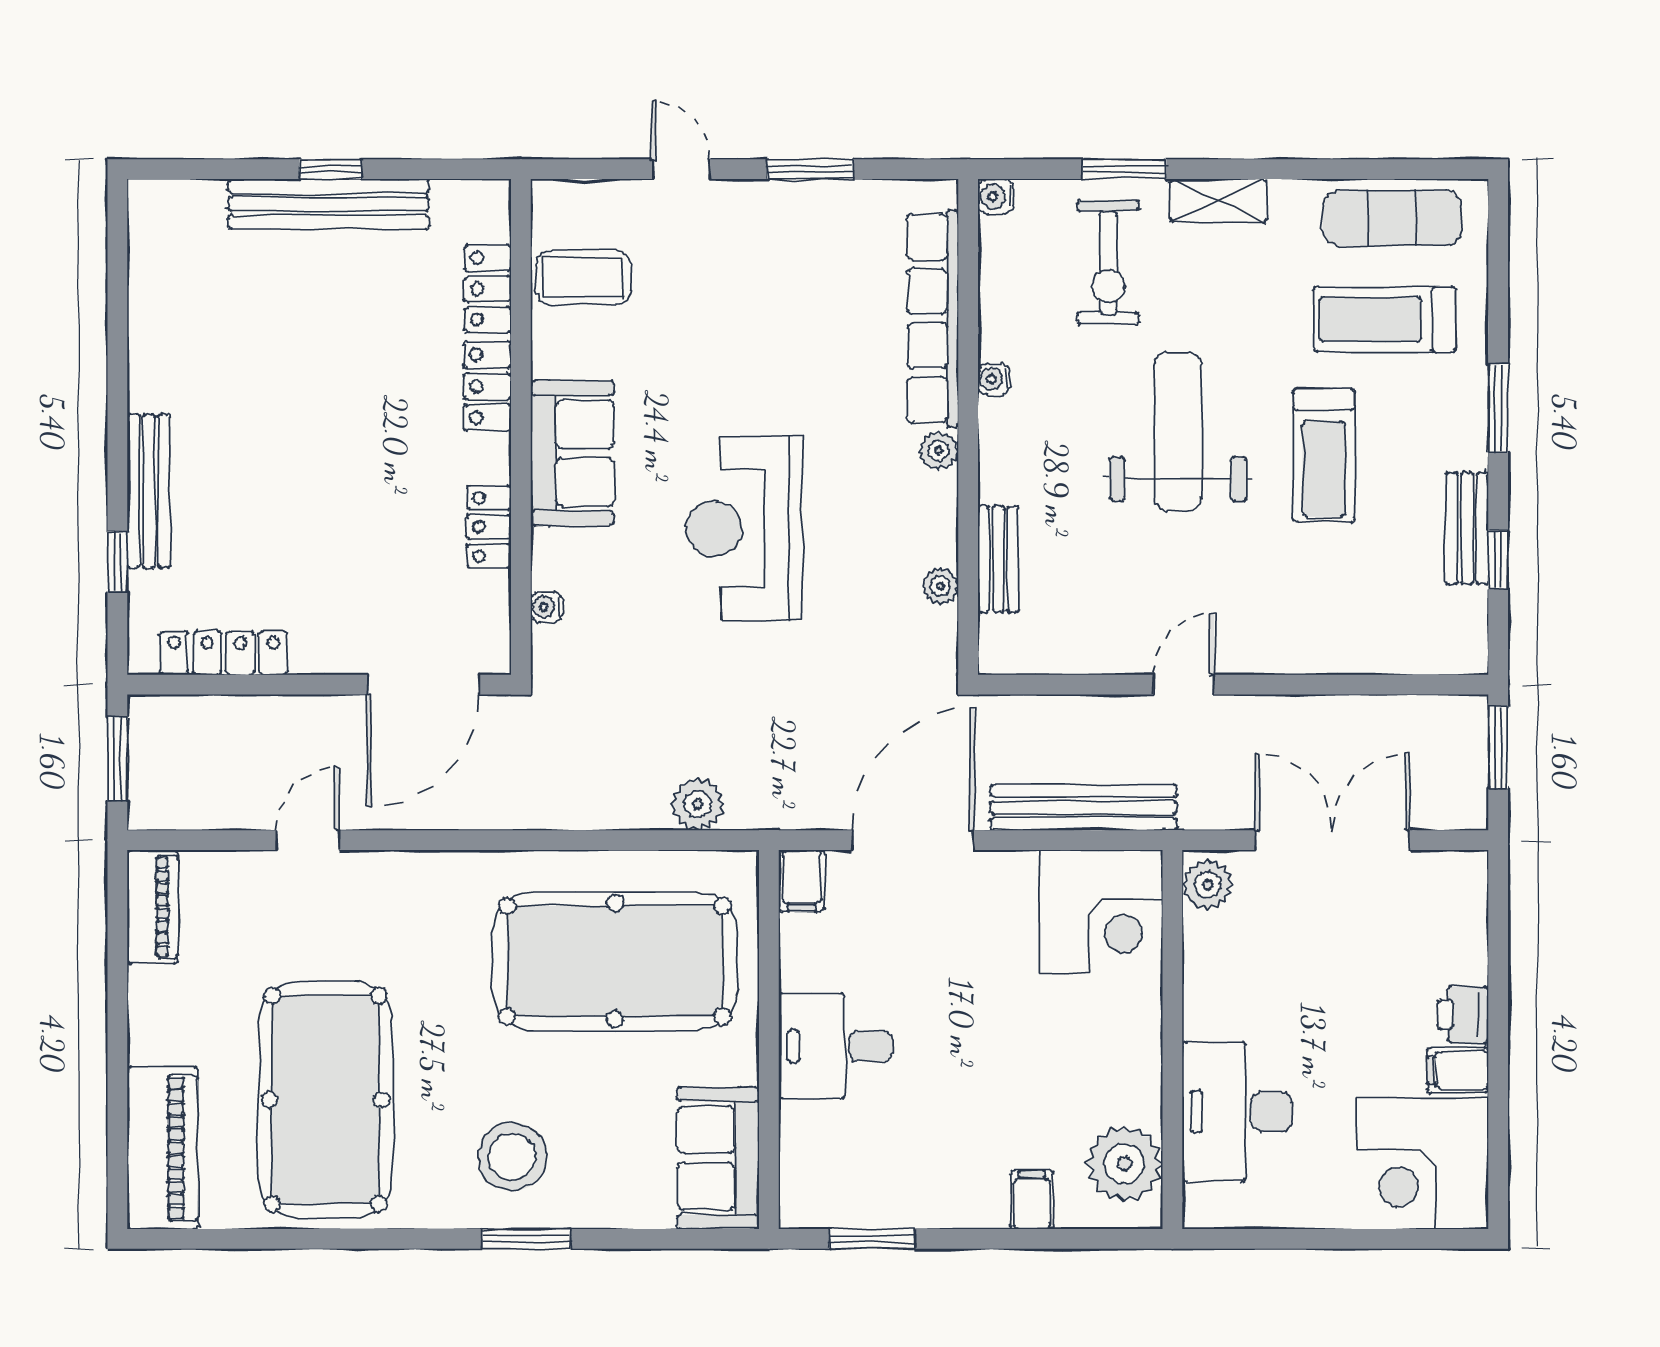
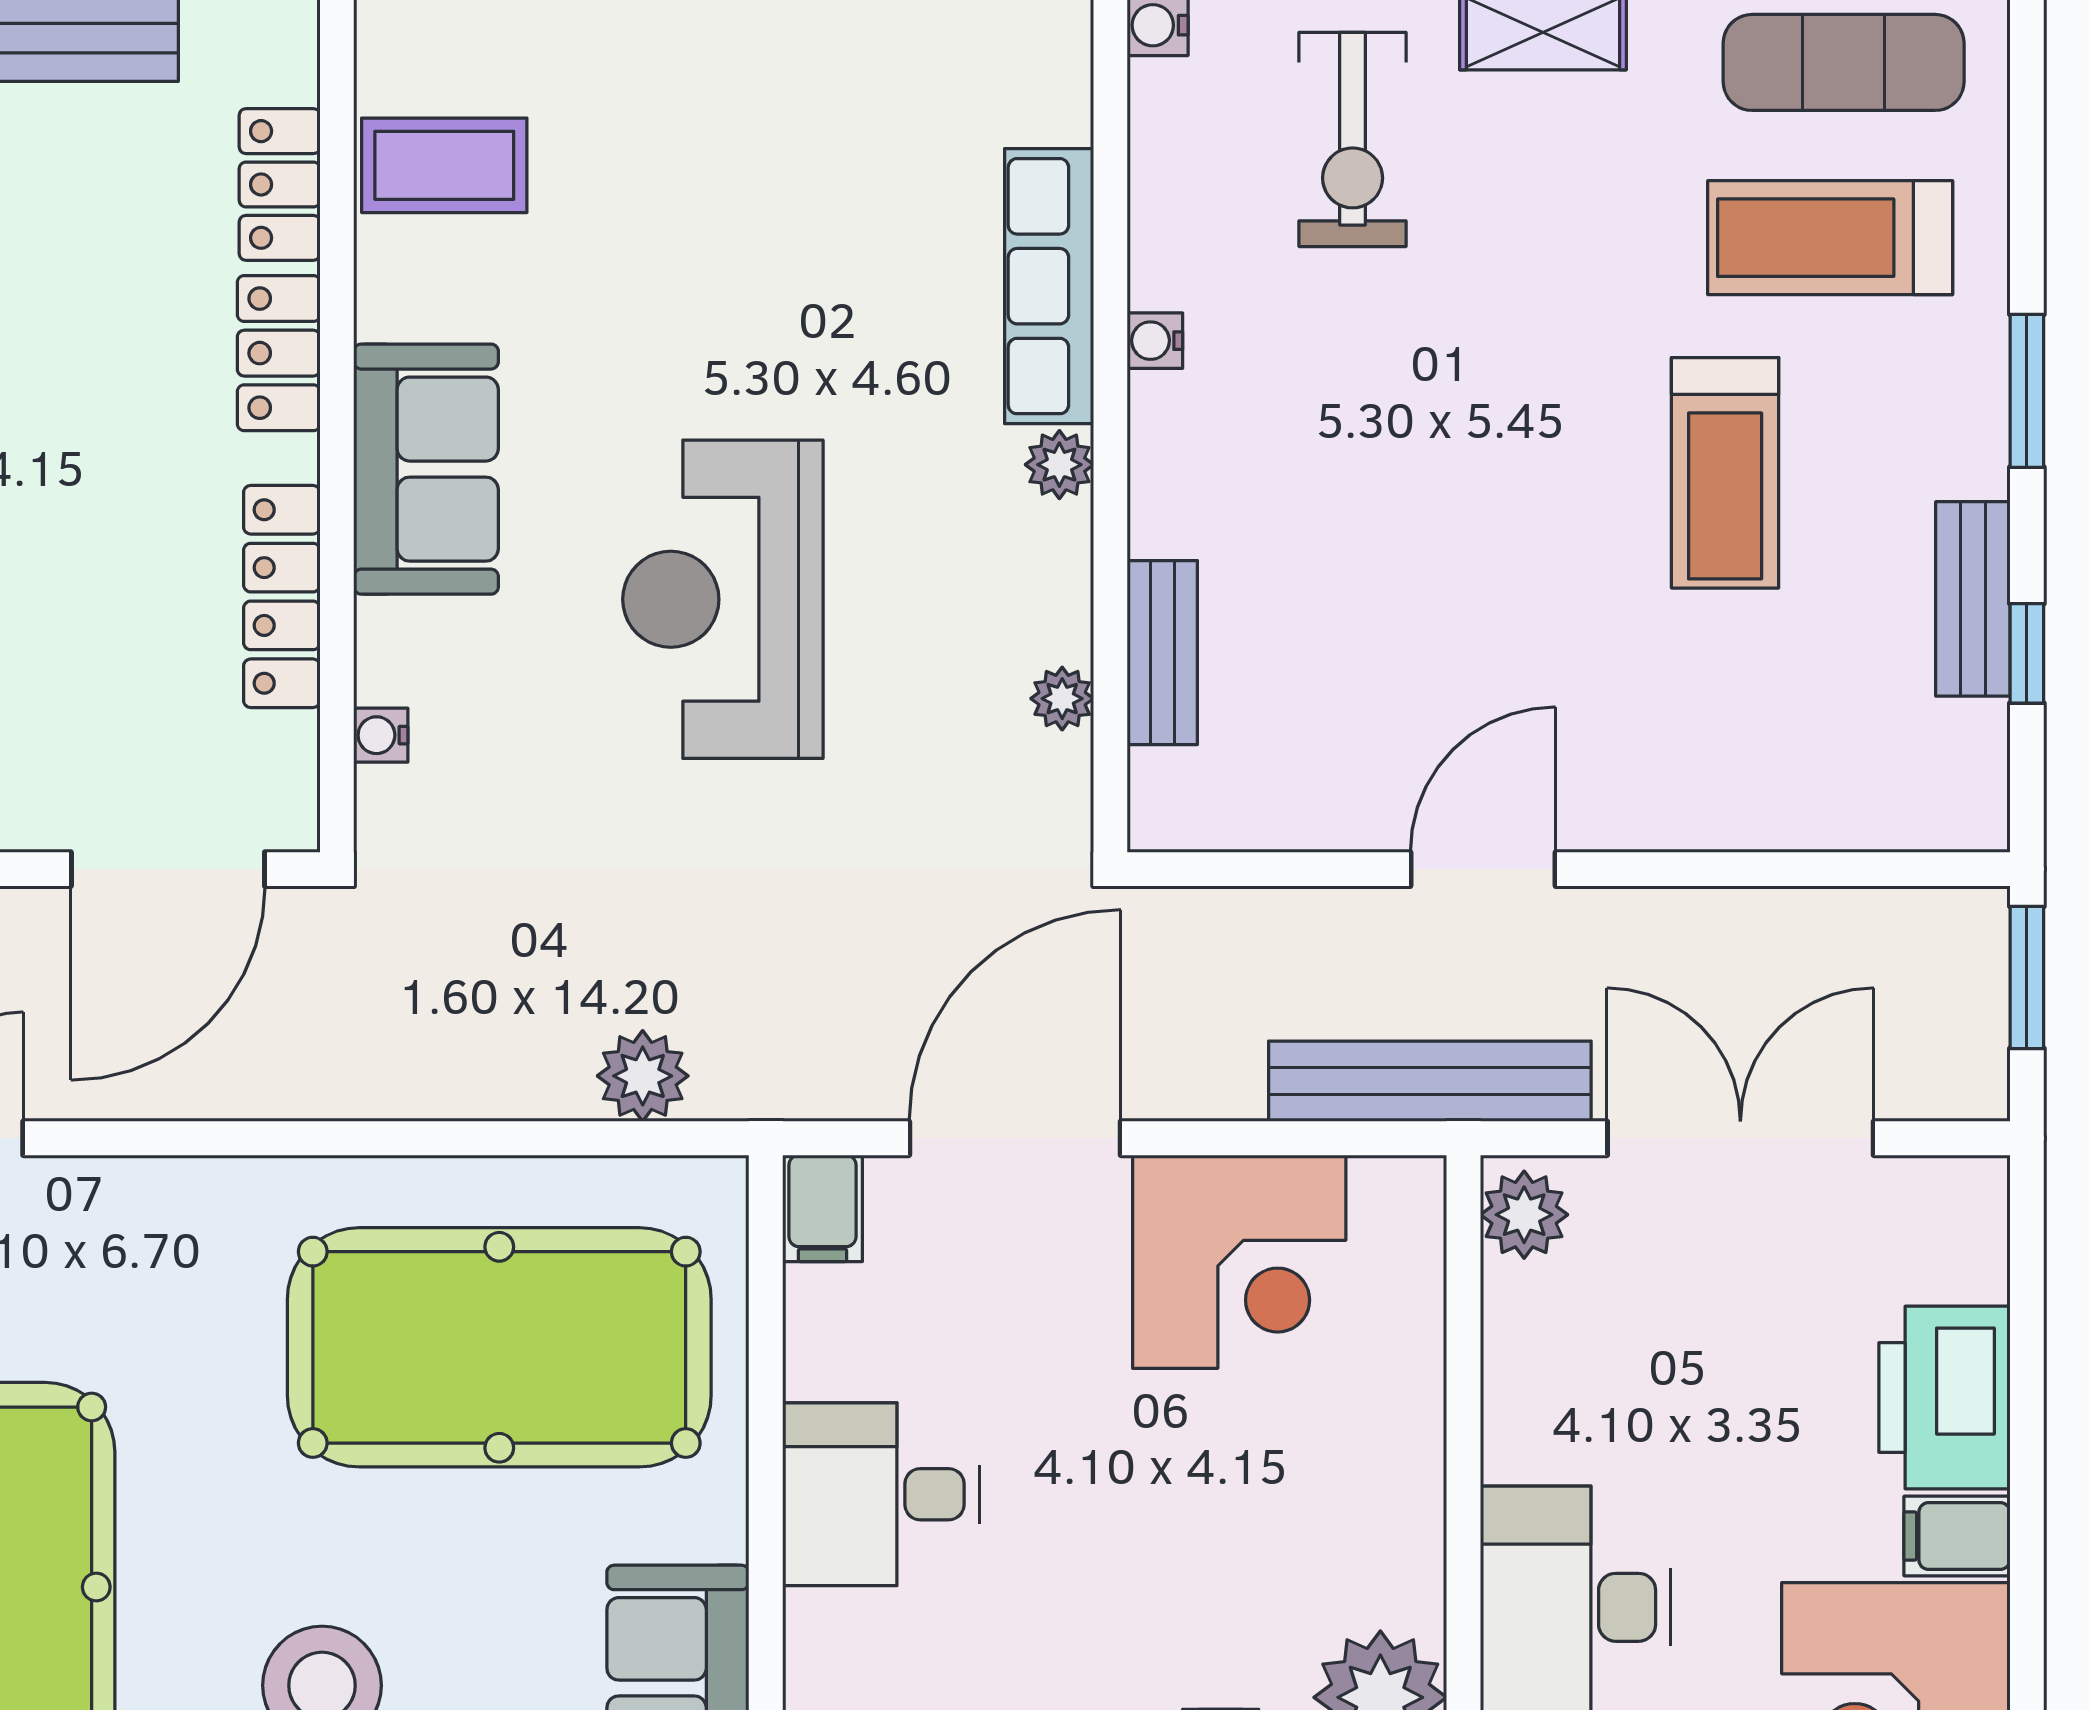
row of seats: (933, 318) -> (1049, 286), width x0.73
weight bench: (1178, 431) -> (1473, 431), removed
locker: (489, 527) -> (282, 597), width x1.53
door: (1184, 685) -> (1483, 869), width x1.38
bench: (1084, 807) -> (1430, 1081), moved
corner desk: (1101, 912) -> (1239, 1262), moved
printer: (1463, 1015) -> (1944, 1397), width x1.87, depth x1.48

